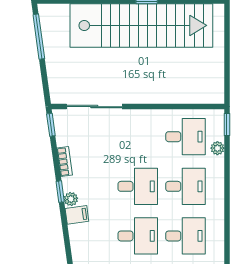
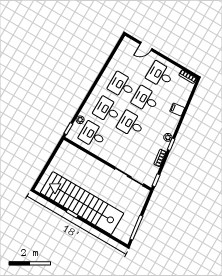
filing cabinet: (77, 215) -> (177, 110), moved

